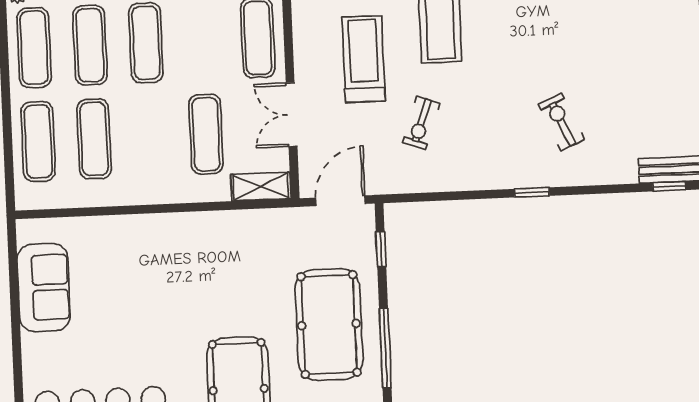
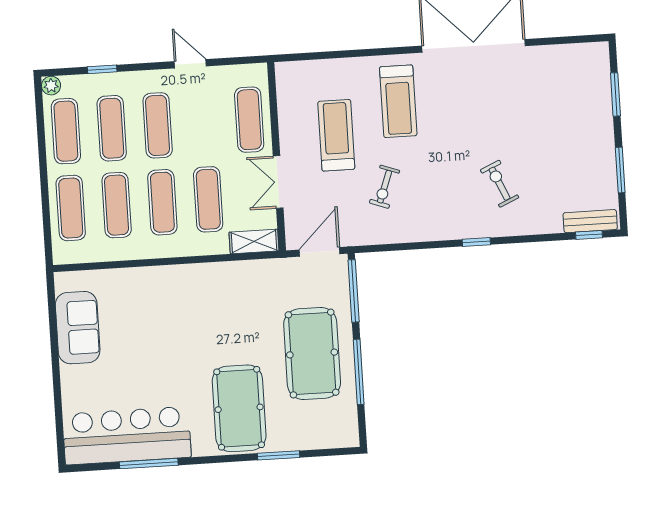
exercise mat: (150, 137) -> (162, 202), added
window: (381, 249) -> (354, 291), width x2.17

